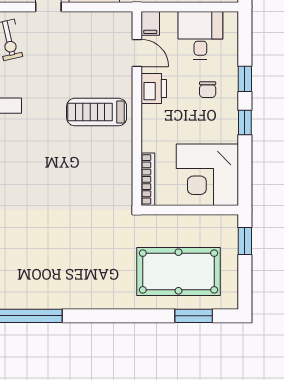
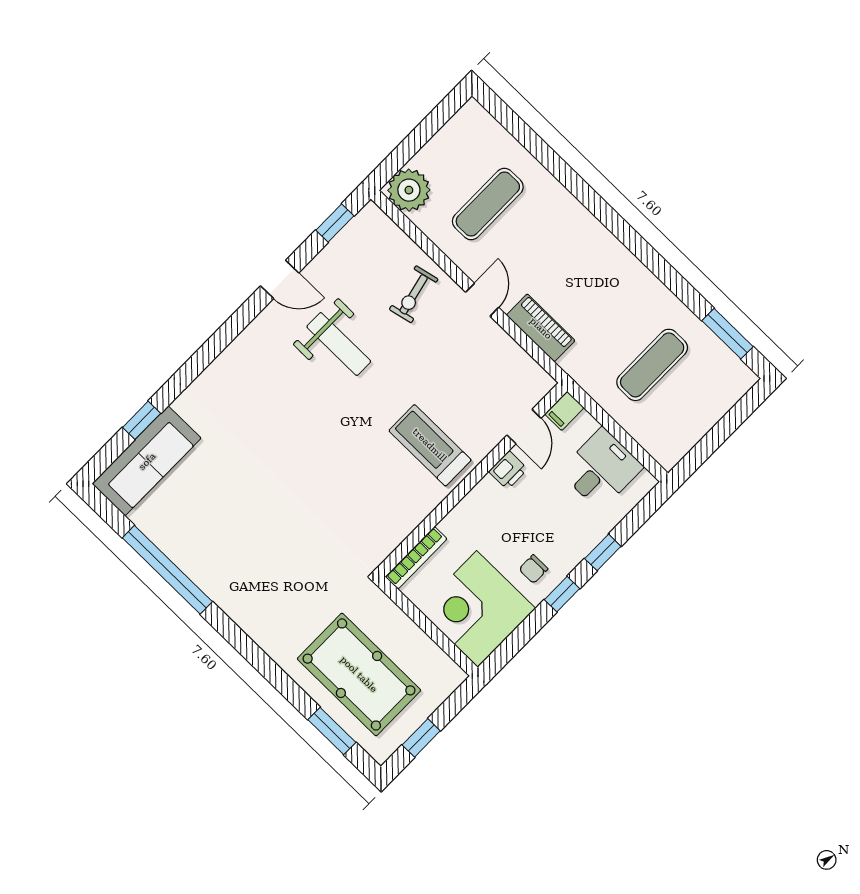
printer: (154, 88) -> (508, 470), width x0.73, depth x0.81
chair: (208, 90) -> (533, 569), moved
window: (245, 241) -> (421, 738), moved

